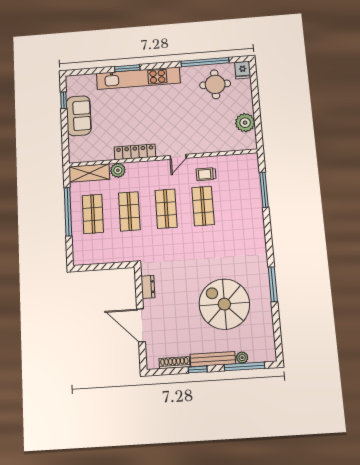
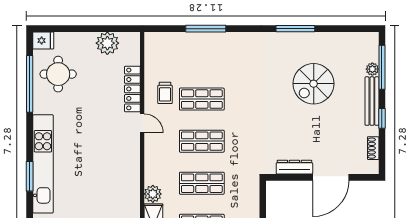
locker: (135, 152) -> (132, 89), moved
window: (264, 190) -> (206, 29), moved
dresser: (148, 287) -> (294, 167), width x1.44
spiral stairs: (224, 304) -> (314, 84), width x0.73, depth x0.73
shoe rack: (174, 363) -> (373, 148), width x0.70

